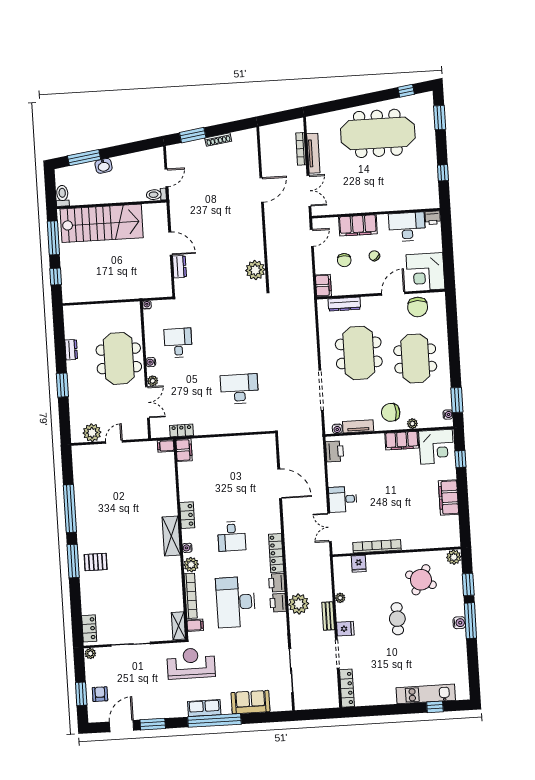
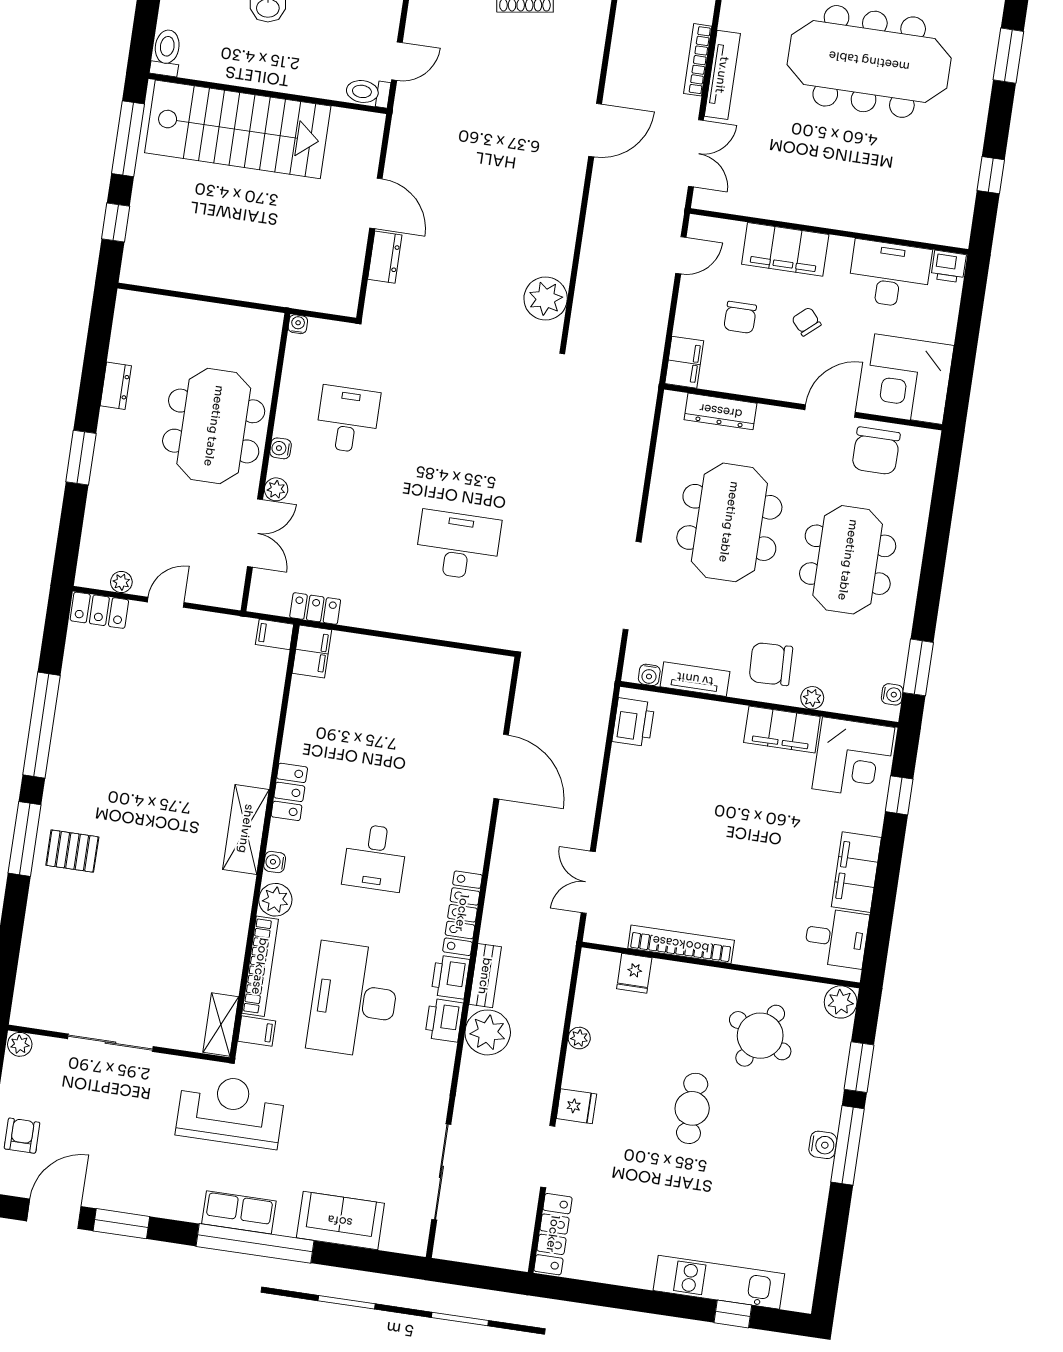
plant: (92, 433) -> (121, 582), width x0.53, depth x0.53
desk: (343, 499) -> (836, 938), moved, turned 180
bench: (328, 616) -> (485, 976), moved
locker: (89, 628) -> (99, 610), moved, turned 90

